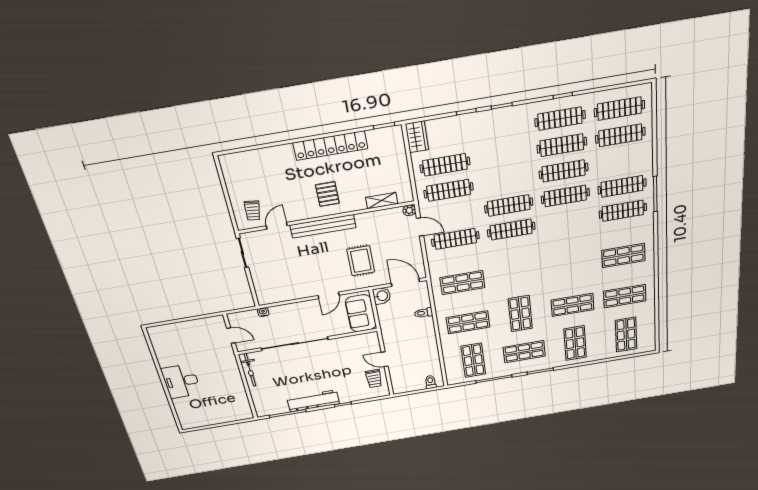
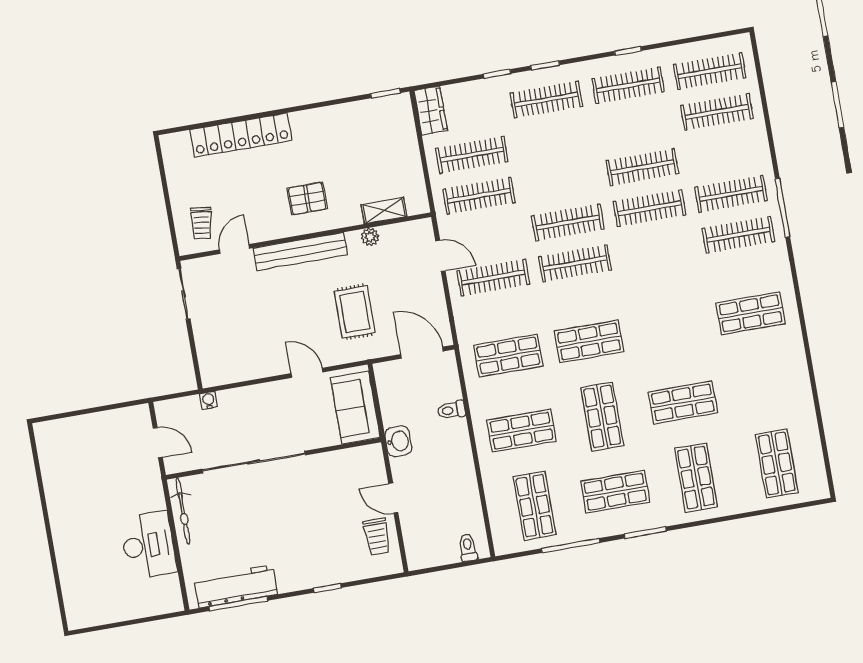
clothes rail: (562, 145) -> (546, 100), moved
locker: (330, 146) -> (241, 135), moved
pallet: (327, 194) -> (307, 198), turned 90
plant: (409, 210) -> (370, 237), moved
door: (329, 295) -> (307, 373), swing flipped
washbasin: (382, 296) -> (398, 441), moved
shop shelf: (625, 296) -> (589, 341), moved
desk: (181, 381) -> (148, 545), moved, turned 180
workbench: (313, 401) -> (236, 586), moved

